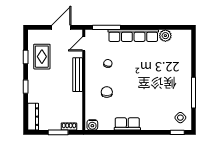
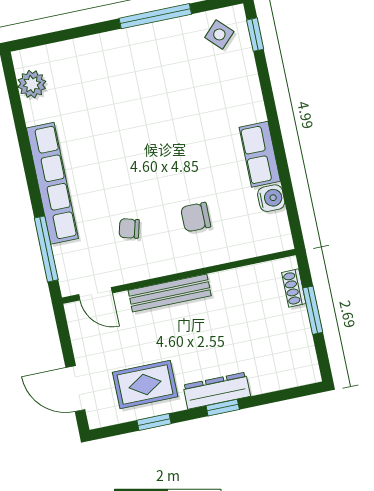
door: (61, 27) -> (75, 389), moved
plant: (165, 36) -> (32, 84), moved
dresser: (33, 117) -> (217, 391), moved
water cooler: (92, 125) -> (271, 198), moved

